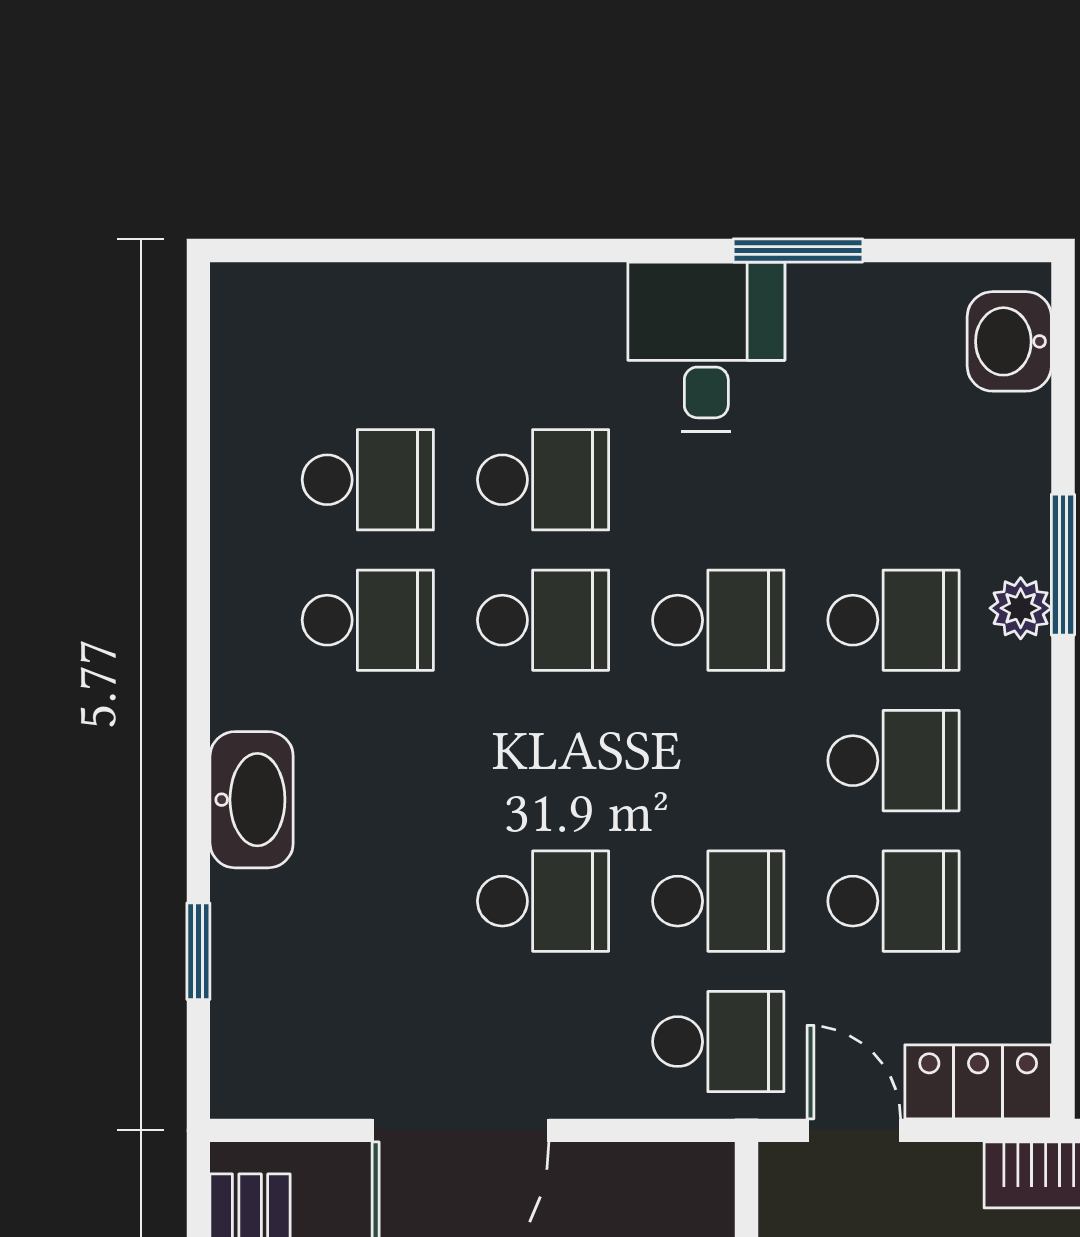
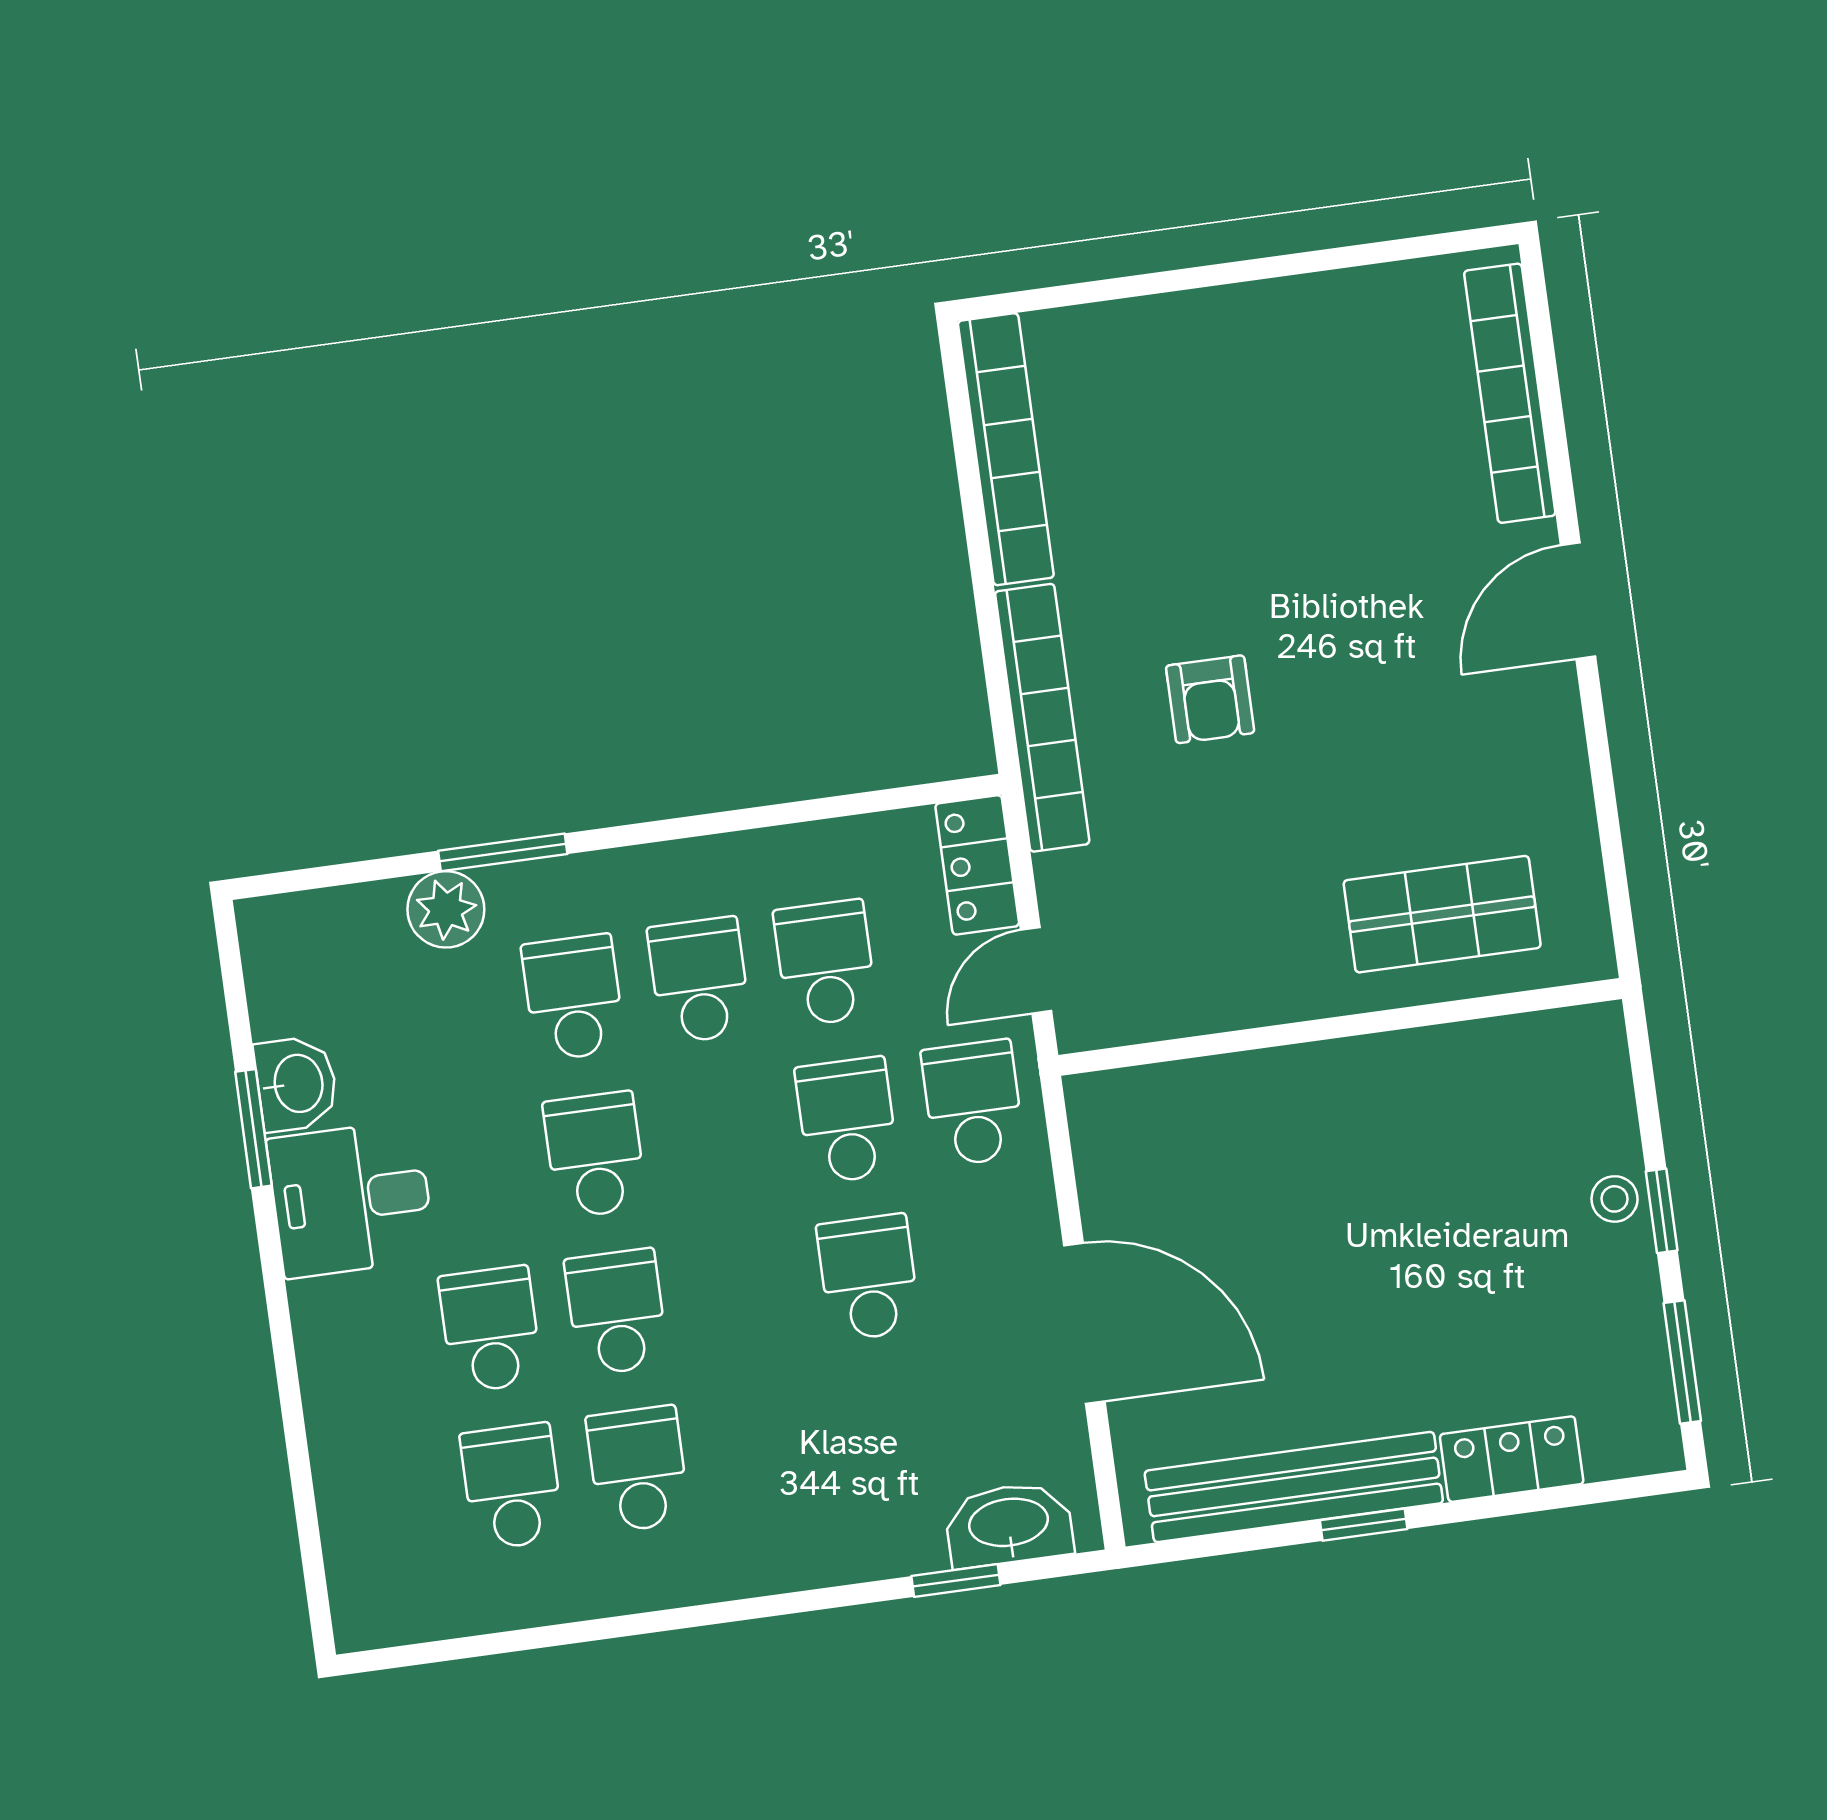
washbasin: (1009, 341) -> (296, 1084), moved, turned -90
plant: (1021, 608) -> (446, 909), moved, width x1.38, depth x1.38
washbasin: (252, 800) -> (1009, 1525), moved

